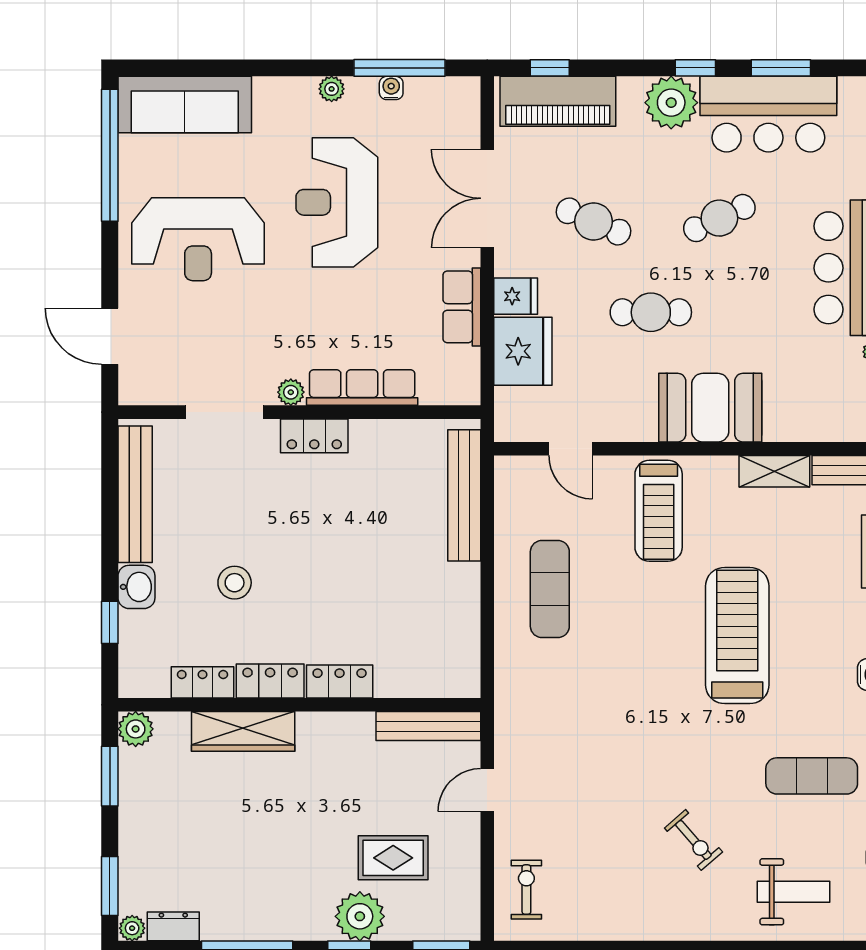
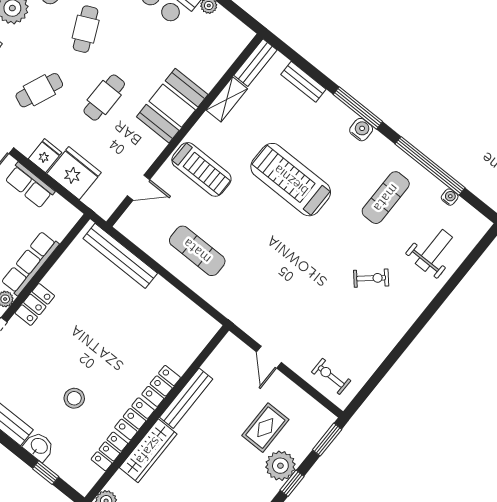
bench: (428, 726) -> (186, 398), moved

